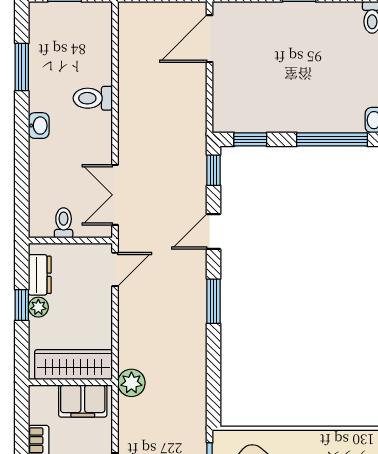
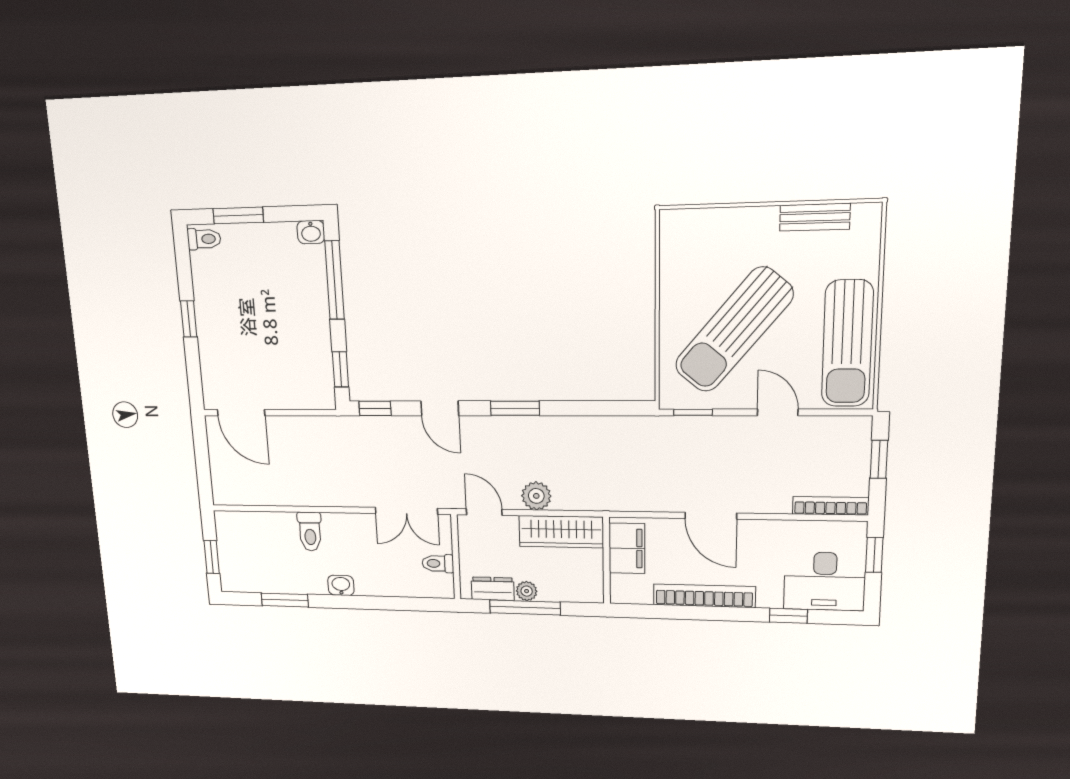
window: (22, 305) -> (525, 608), width x2.17
wardrobe: (74, 365) -> (561, 532), moved, turned -90
plant: (131, 383) -> (536, 496), moved

